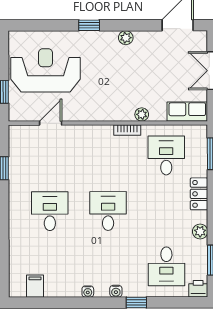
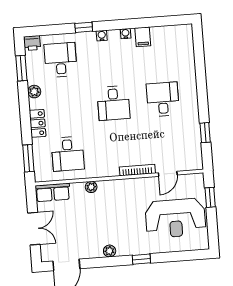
bookcase: (127, 130) -> (137, 170), moved, width x1.56
desk: (50, 211) -> (163, 99), turned 180
filing cabinet: (35, 286) -> (143, 37), moved

